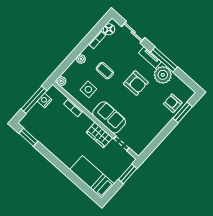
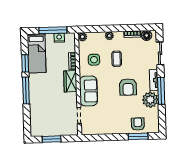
wardrobe: (99, 135) -> (70, 81), moved
window: (28, 137) -> (25, 63), moved
window: (61, 167) -> (26, 90), added
window: (128, 174) -> (52, 139), moved
bed: (92, 177) -> (37, 53), moved, turned 180

